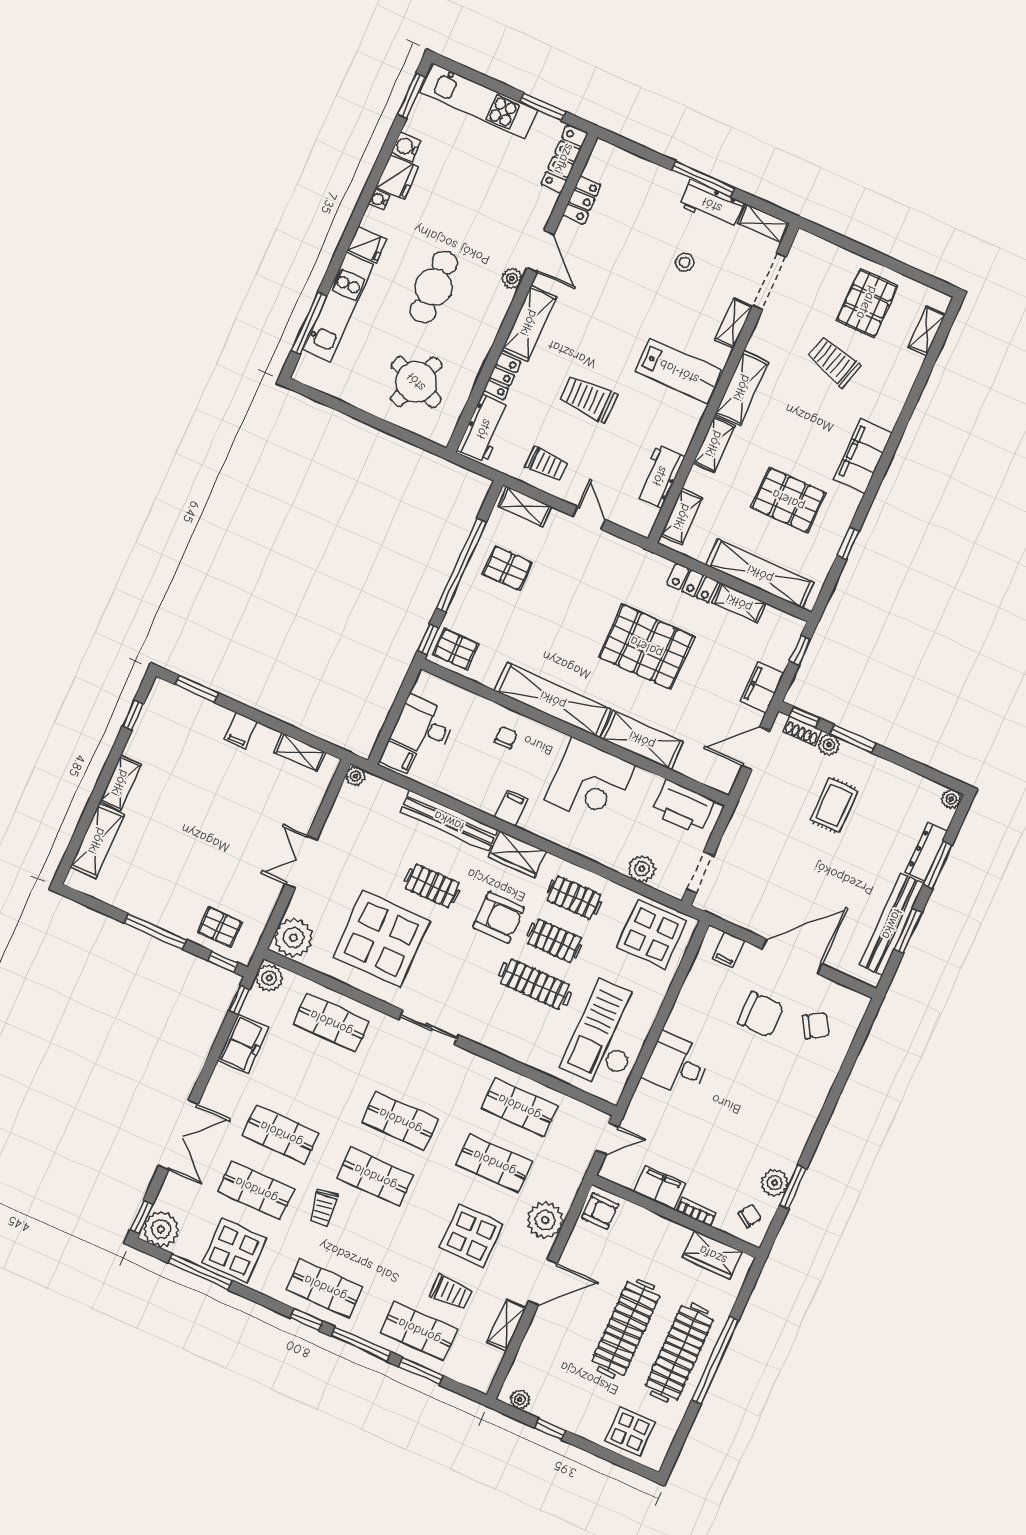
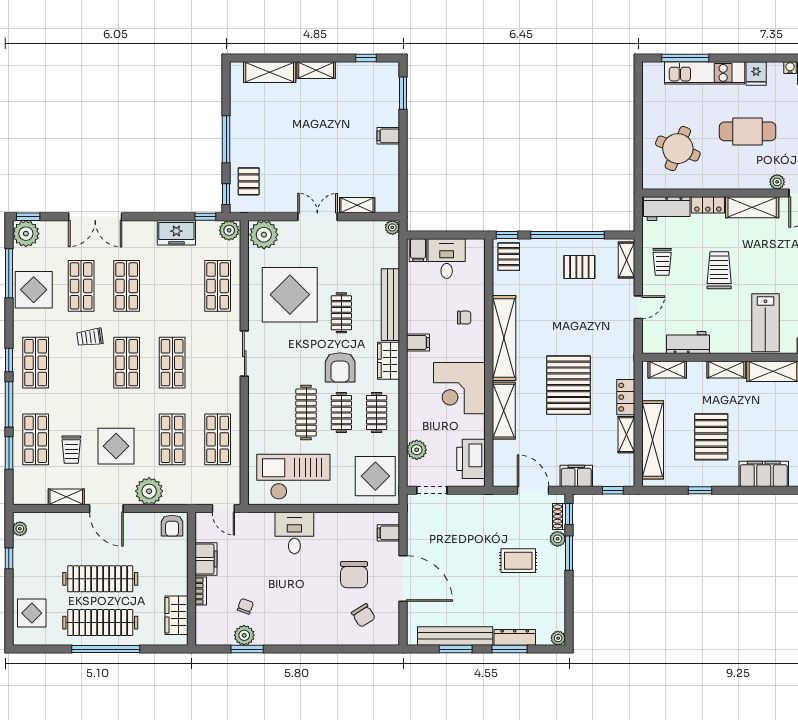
pallet: (507, 568) -> (579, 267), turned 90
shelving: (300, 752) -> (357, 205), moved, turned 90
chair: (750, 1216) -> (245, 606), moved, turned -103

